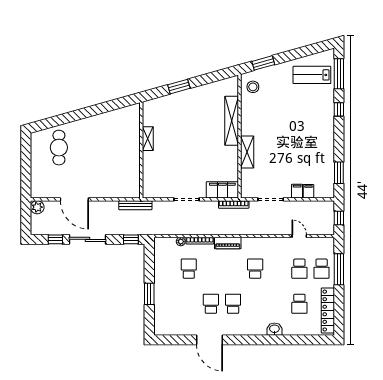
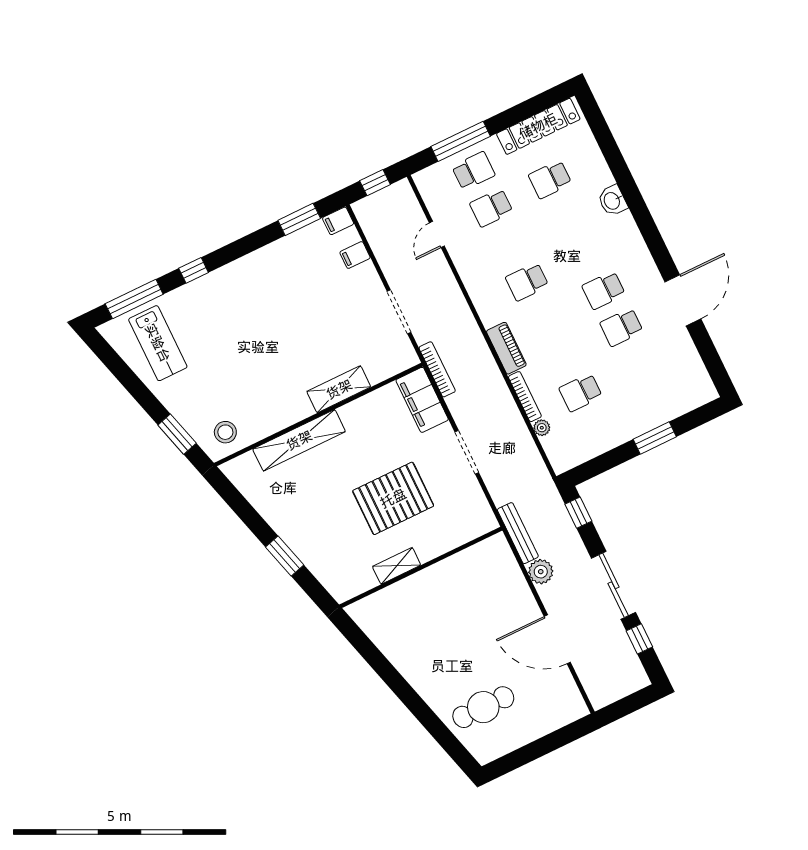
pallet: (181, 153) -> (393, 498), added
filing cabinet: (297, 191) -> (338, 221), moved
door: (74, 199) -> (557, 639), swing flipped
plant: (37, 207) -> (541, 572), moved
school desk: (299, 269) -> (491, 208), turned 180
school desk: (299, 304) -> (550, 179), turned 180

